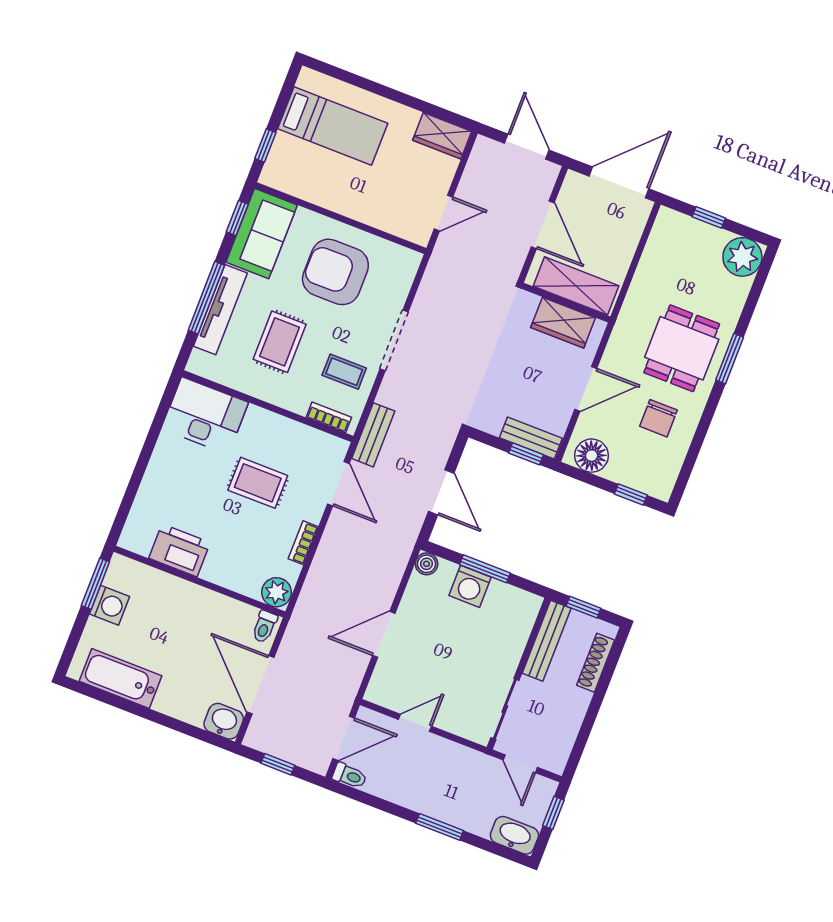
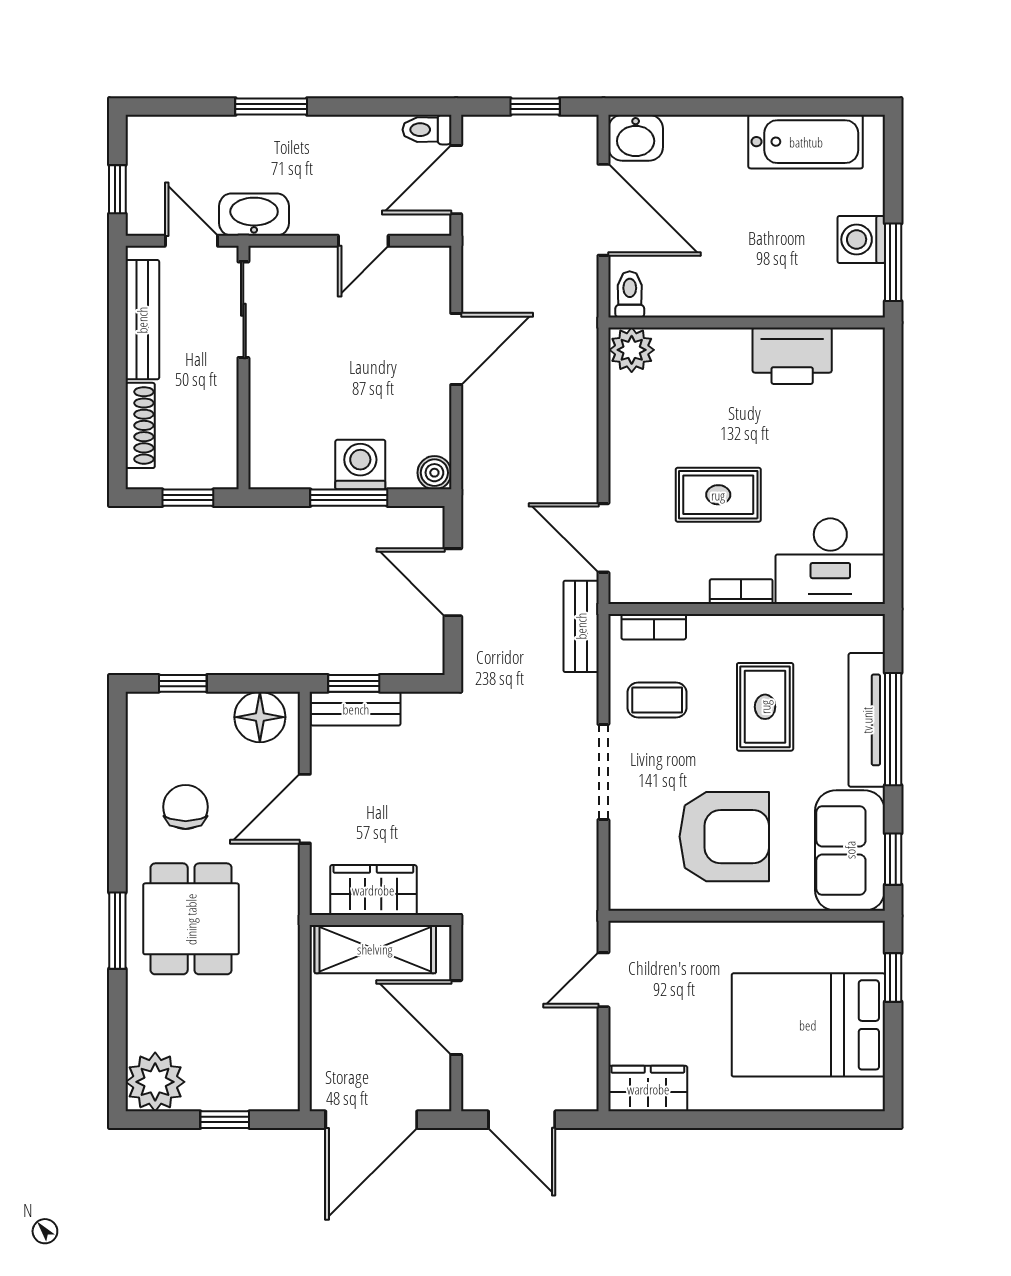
bed: (333, 126) -> (808, 1025), width x1.50
bookcase: (303, 543) -> (741, 592), moved, turned -90
bench: (547, 641) -> (142, 320), moved
washbasin: (514, 835) -> (254, 215), moved, turned 180

